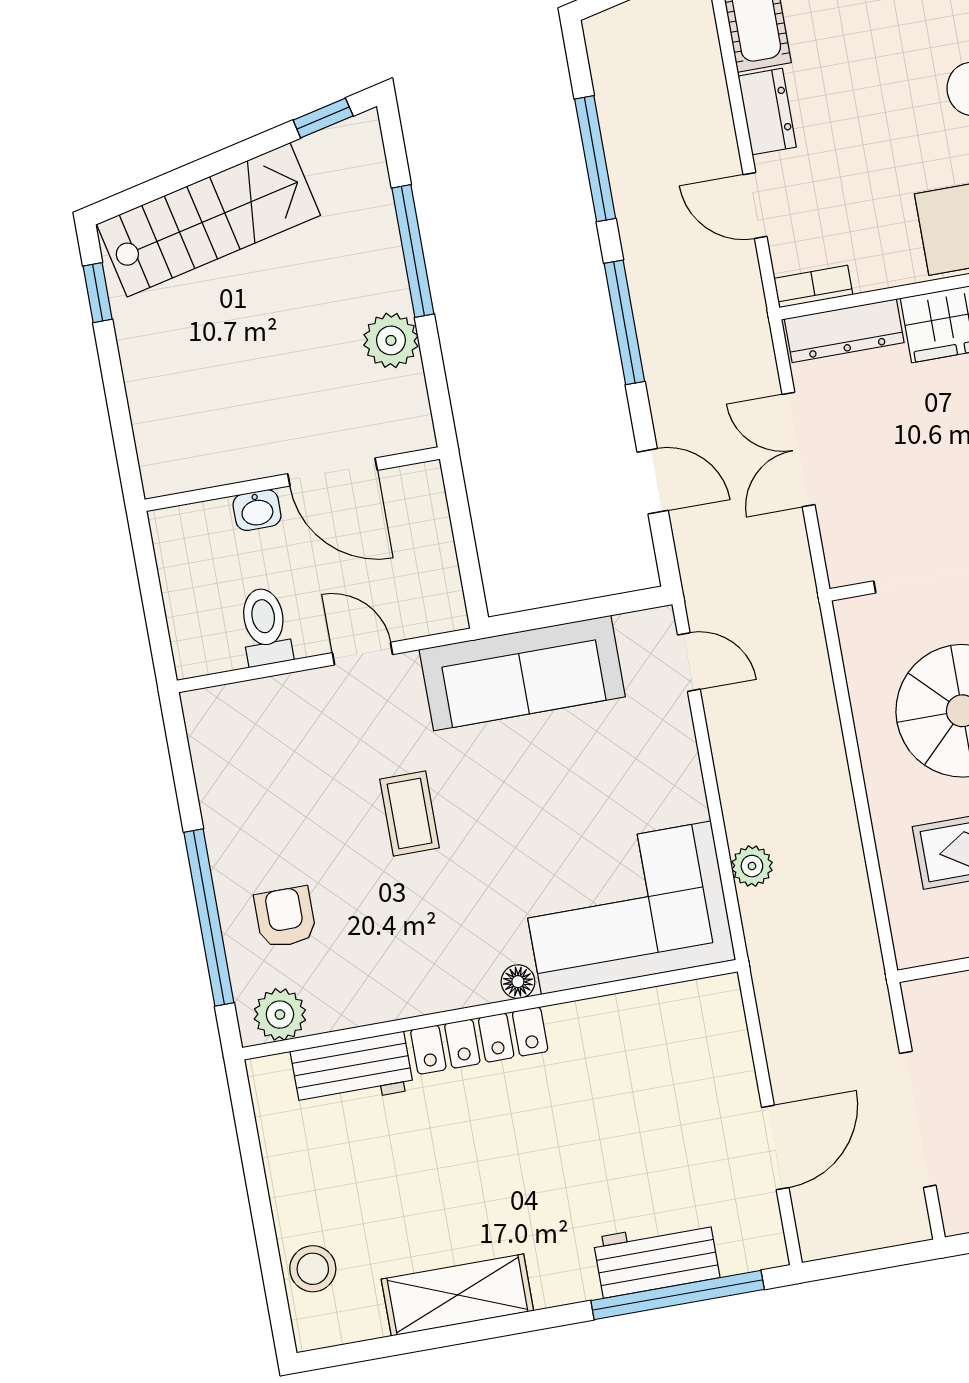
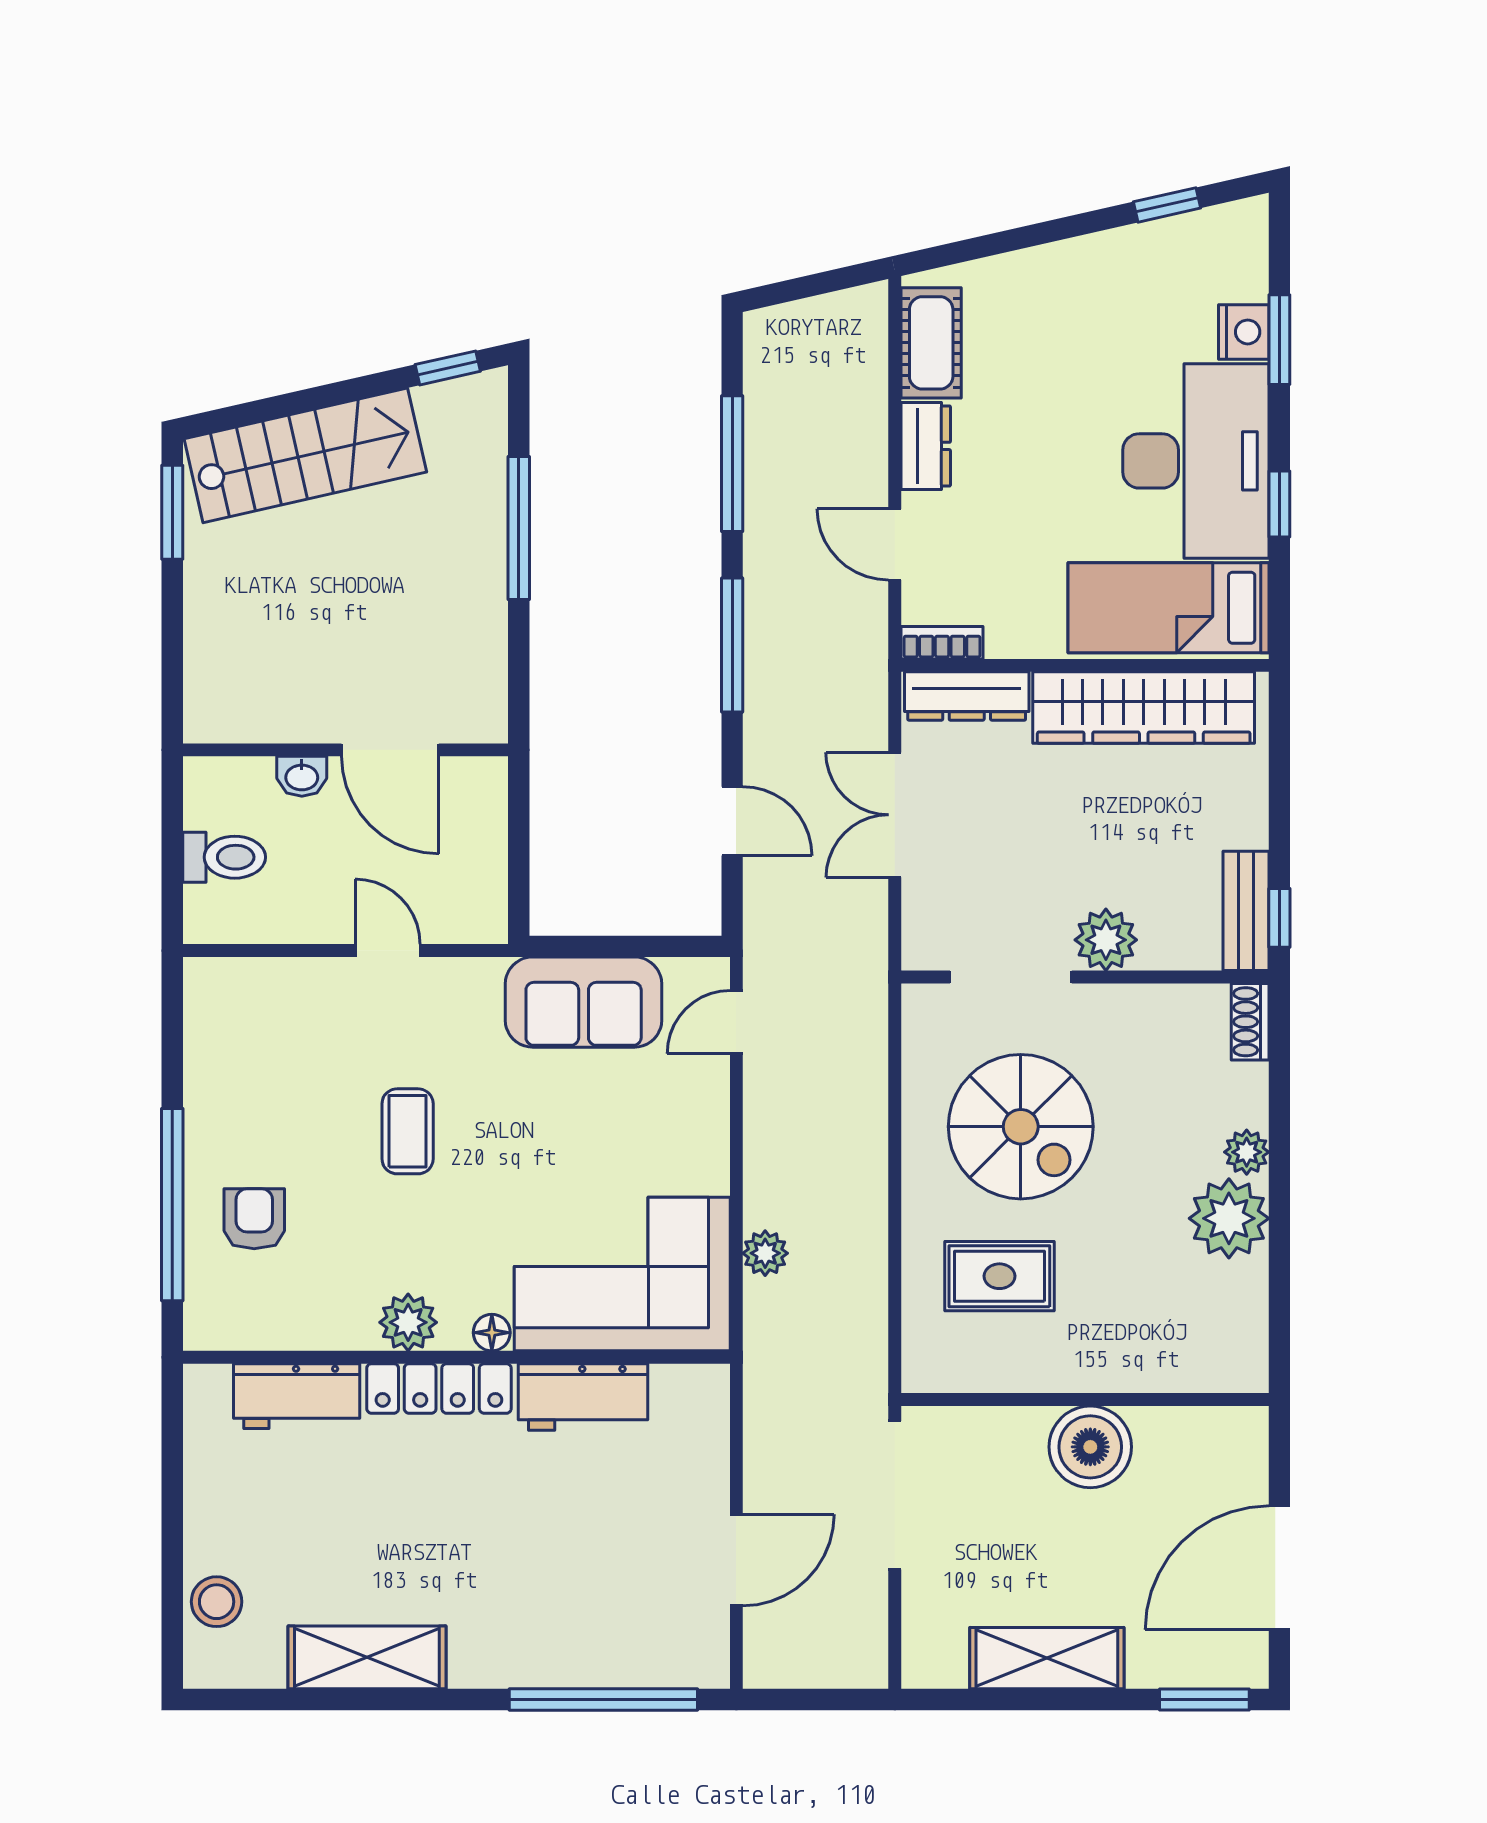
window: (98, 293) -> (172, 512), width x1.50
plant: (391, 340) -> (478, 620), removed
toilet: (265, 627) -> (224, 857), moved, turned 90
door: (689, 662) -> (736, 1022), swing flipped
sofa: (522, 673) -> (584, 1002), width x0.73
plant: (280, 1015) -> (408, 1322), moved
doorway: (918, 1119) -> (895, 1495), moved
workbench: (656, 1258) -> (583, 1397), moved, turned 180

